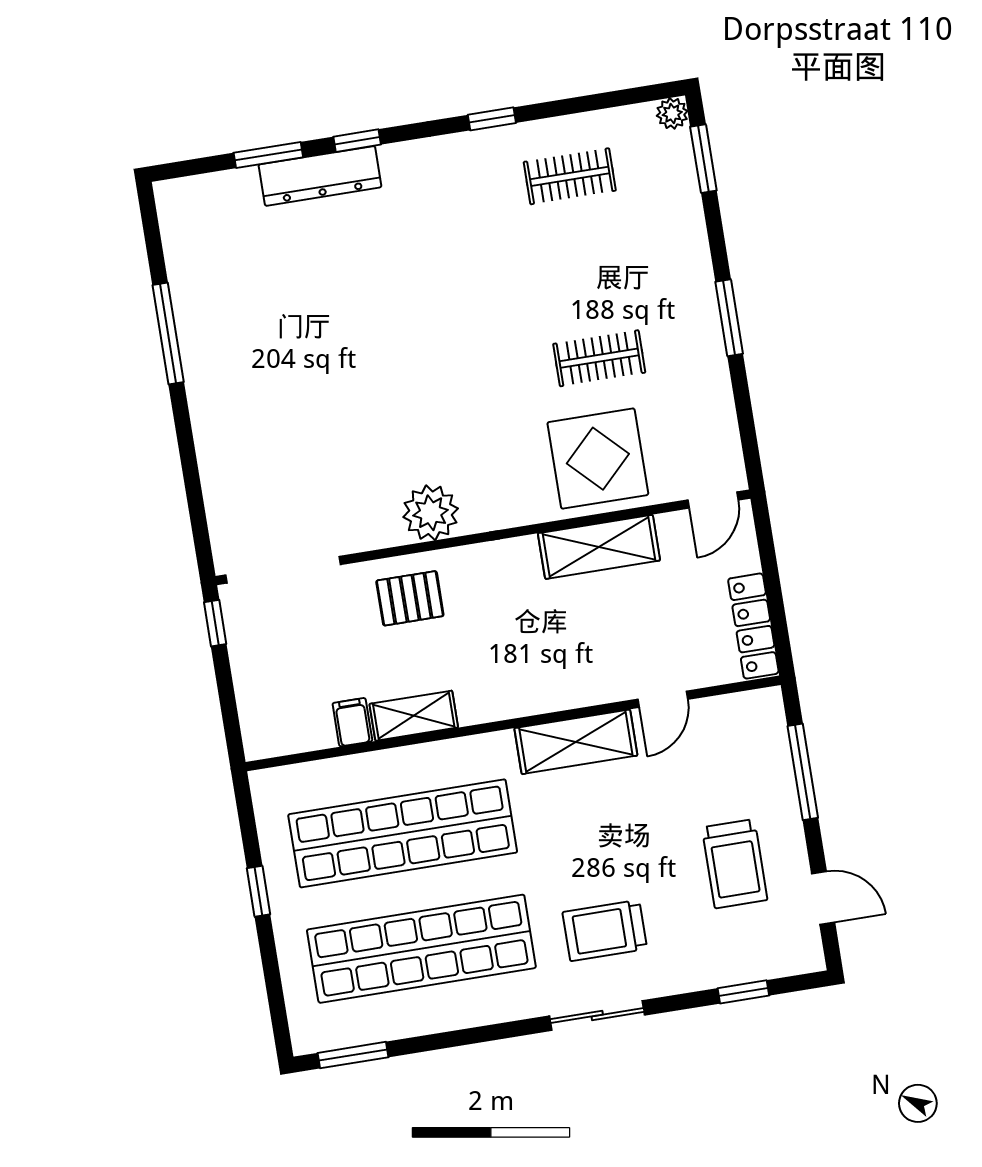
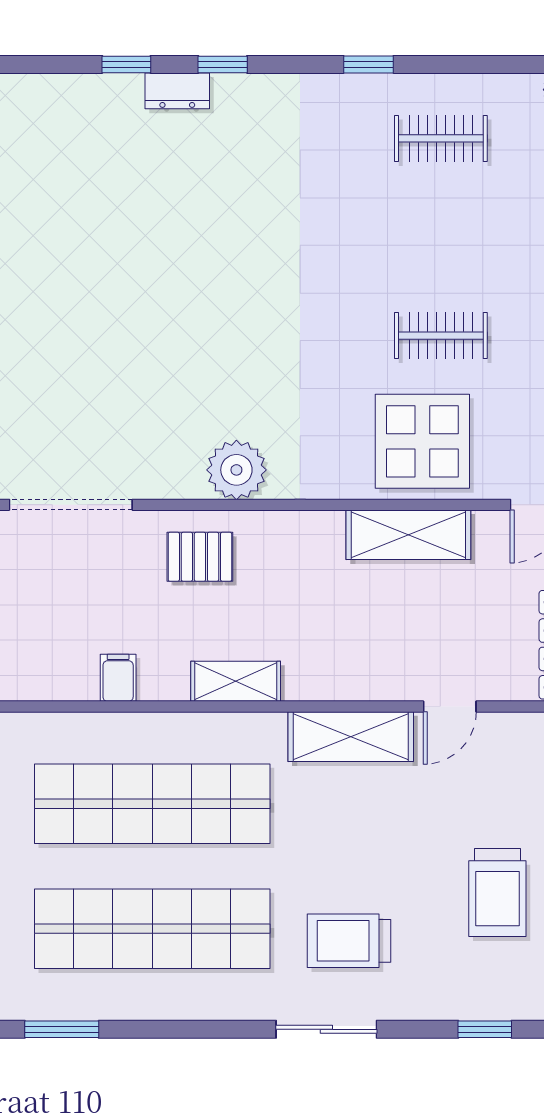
window: (268, 155) -> (126, 64), width x0.67
dresser: (320, 176) -> (177, 91), width x0.51, depth x0.80
shelving: (414, 716) -> (236, 681), moved

